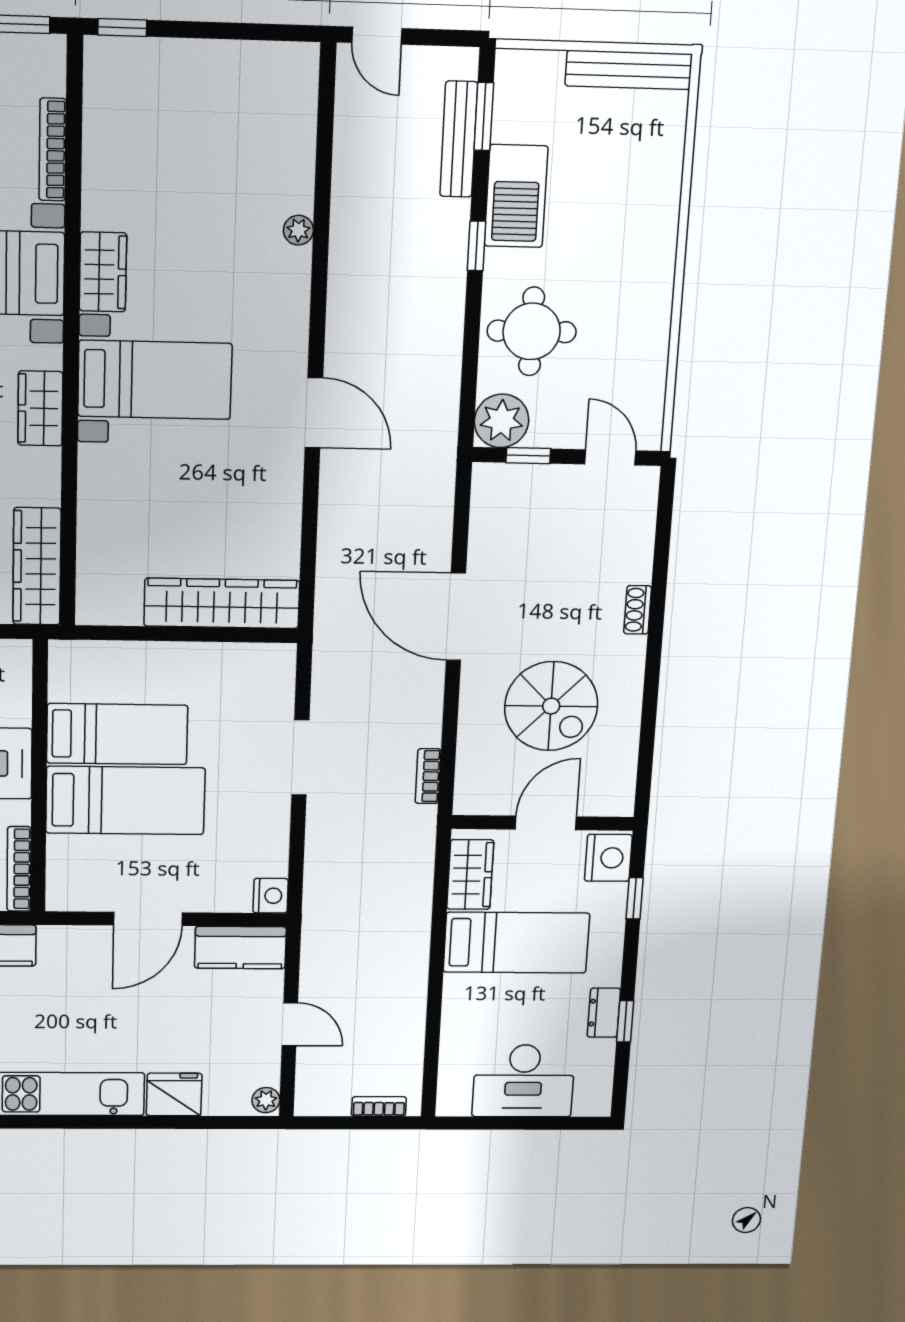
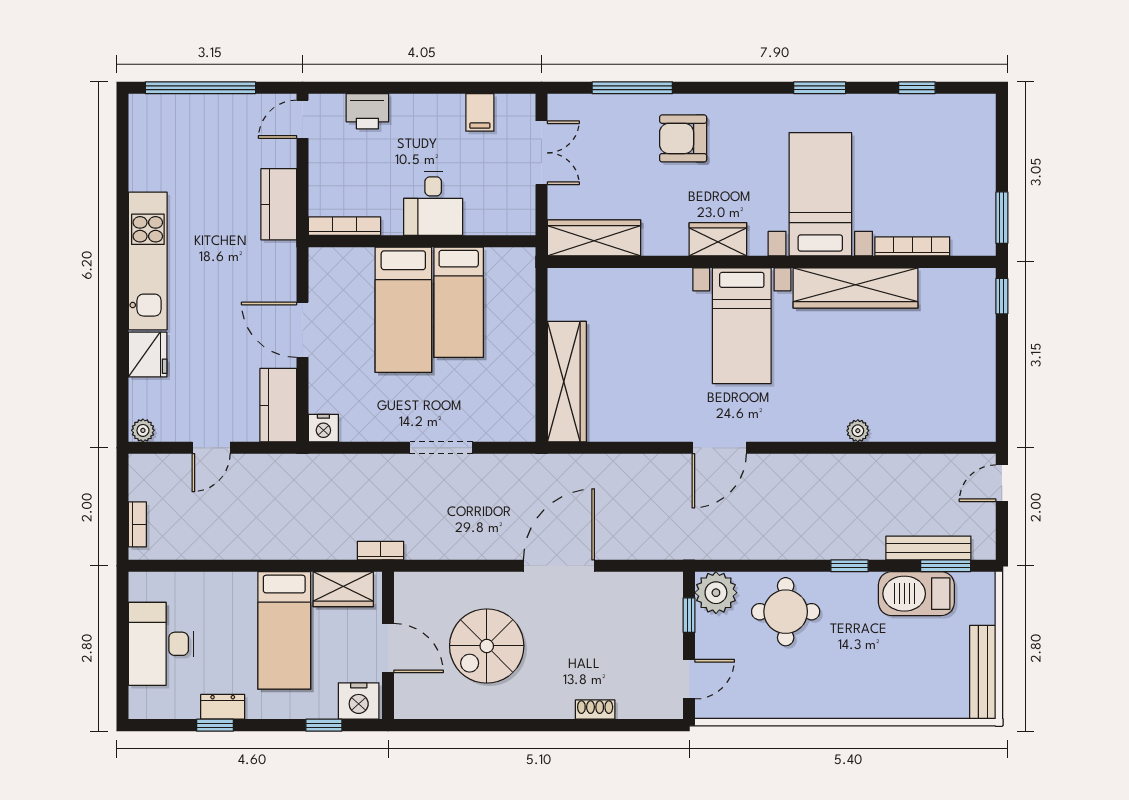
barbecue: (516, 196) -> (916, 594), moved
wardrobe: (103, 272) -> (855, 288), width x2.10, depth x1.17
shoe rack: (638, 610) -> (595, 710), moved
bookcase: (428, 776) -> (381, 551), moved

